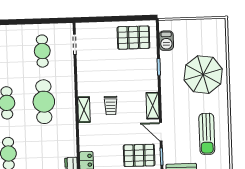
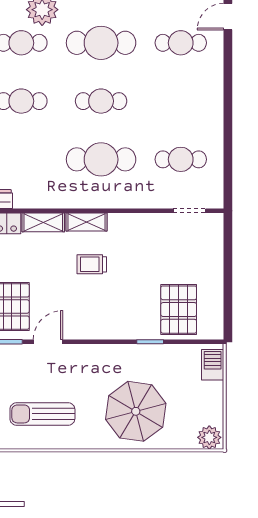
plant: (218, 27) -> (209, 437), added
pallet: (133, 38) -> (179, 310), moved
barbecue: (166, 41) -> (213, 365), moved, turned 90
shelving: (153, 106) -> (43, 222), moved

